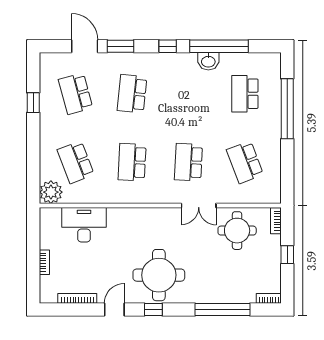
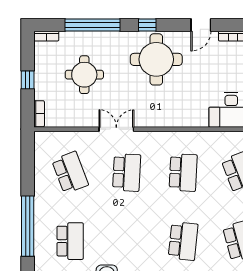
round table: (237, 231) -> (84, 75), moved
window: (153, 309) -> (147, 25), moved

